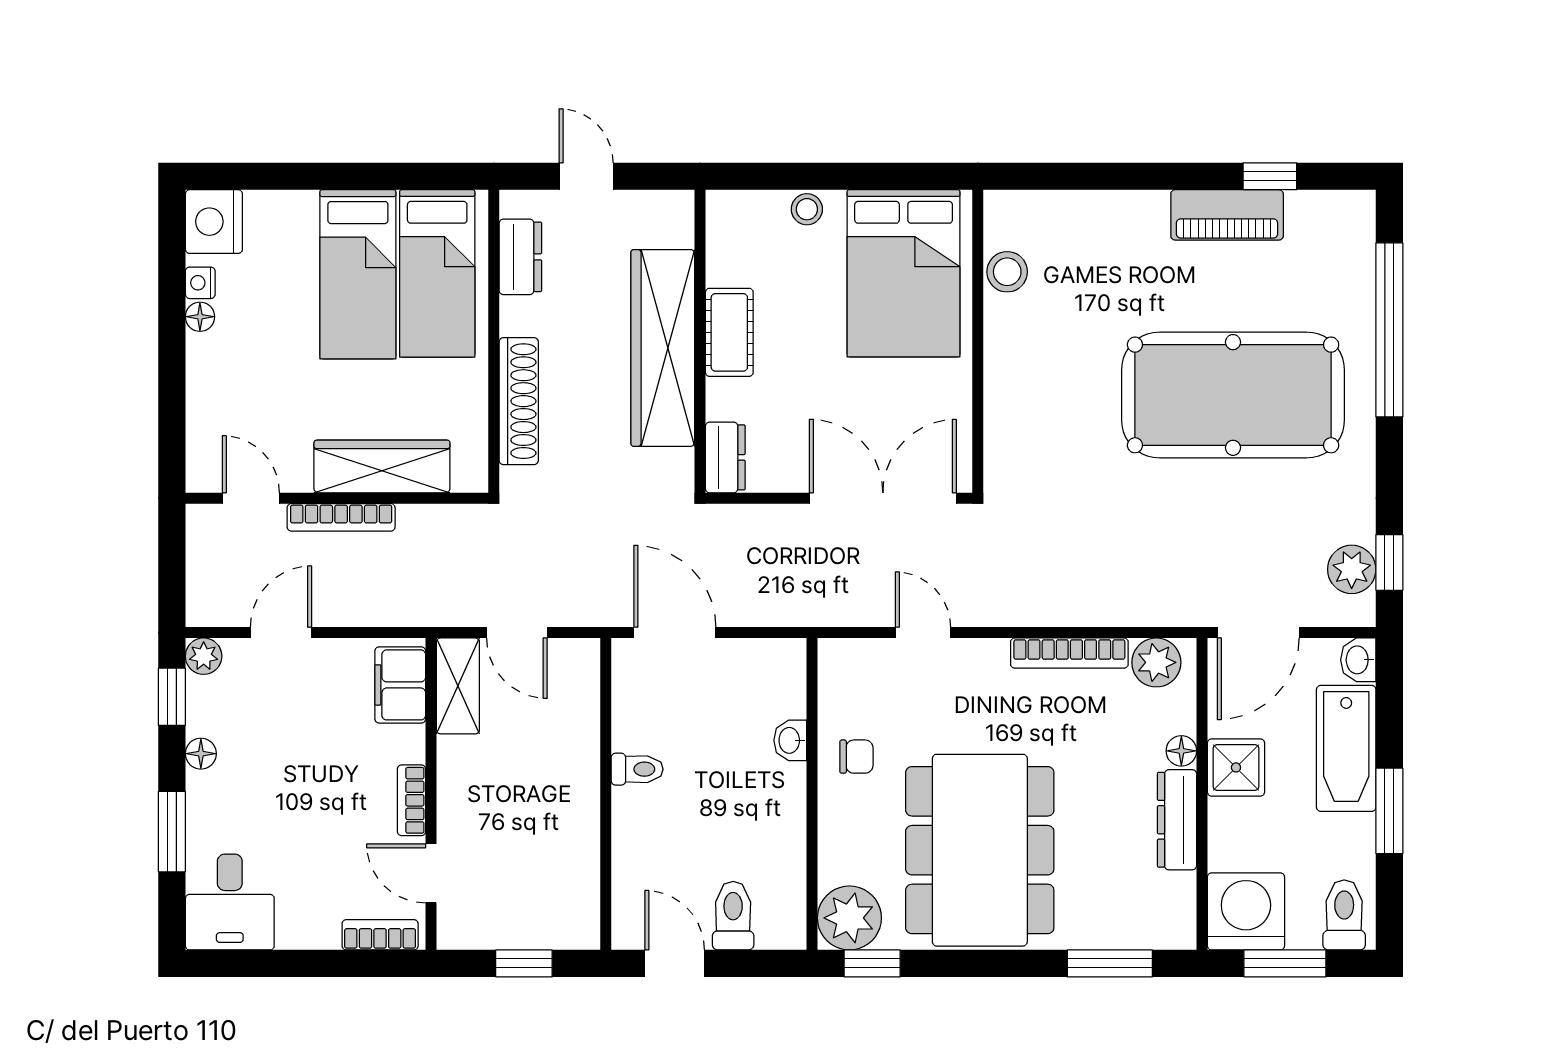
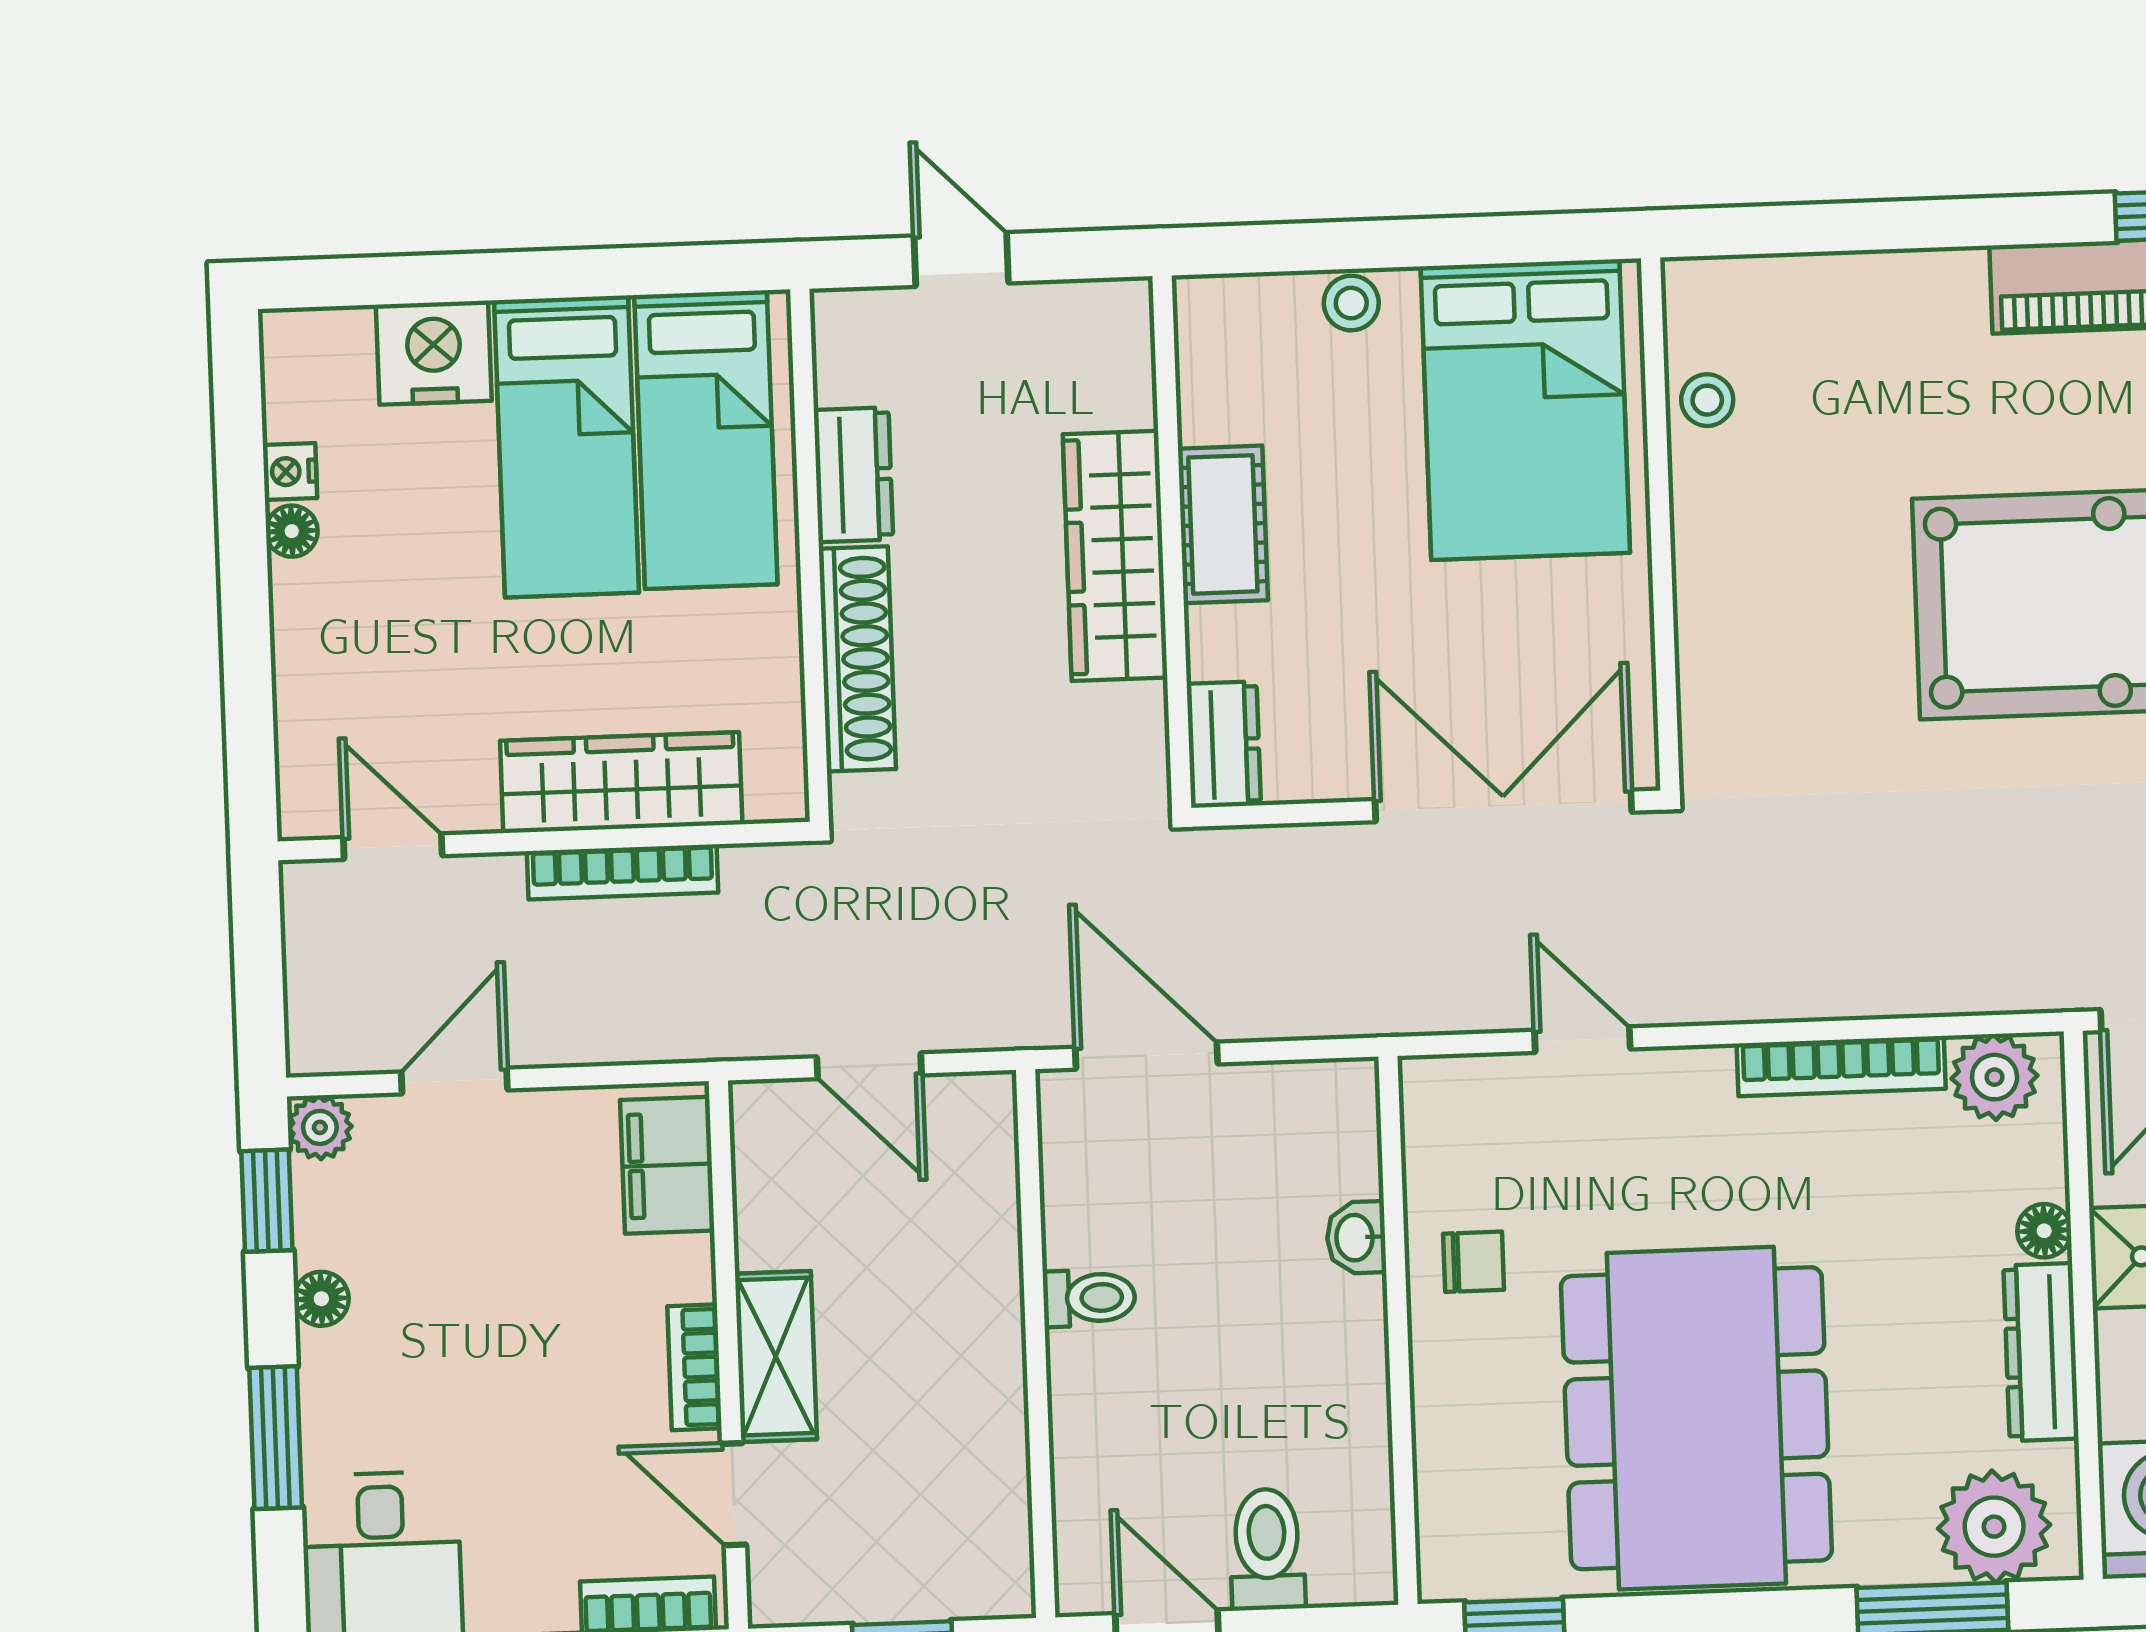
nightstand: (214, 222) -> (434, 353), moved, turned 90
dresser: (520, 257) -> (853, 475), moved
stool: (1007, 272) -> (1707, 400), width x0.73, depth x0.73
wardrobe: (663, 348) -> (1115, 556), width x0.71, depth x0.85
bookcase: (341, 517) -> (623, 872), moved
shelving: (458, 686) -> (776, 1356), moved
plant: (849, 918) -> (1994, 1527), moved

